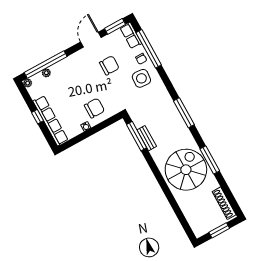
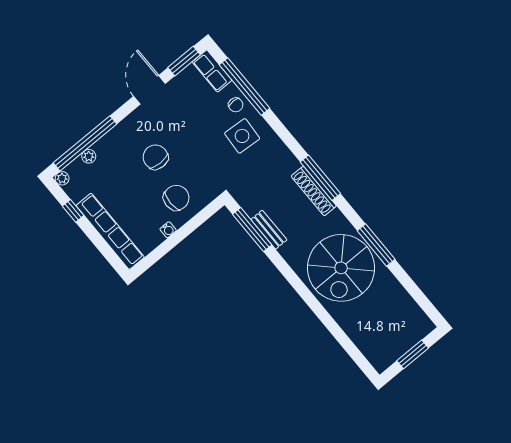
chair: (109, 65) -> (155, 157), moved, turned -90
window: (37, 117) -> (73, 211), moved
spiral stairs: (186, 170) -> (341, 268), turned 180
shoe rack: (224, 203) -> (314, 191), moved

